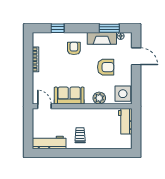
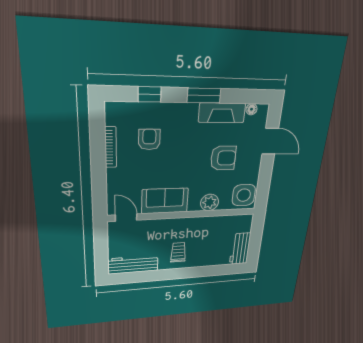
window: (109, 28) -> (204, 96), moved
armchair: (74, 48) -> (149, 139), moved
workbench: (125, 121) -> (240, 249), moved

